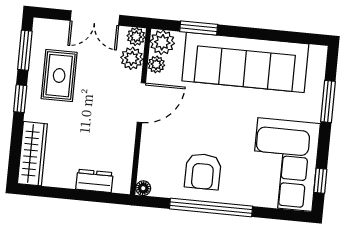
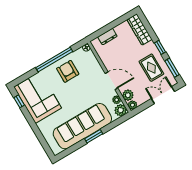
double door: (95, 18) -> (163, 95), moved
window: (199, 28) -> (94, 136), moved
window: (328, 102) -> (39, 134), removed
door: (141, 103) -> (111, 81), swing flipped

